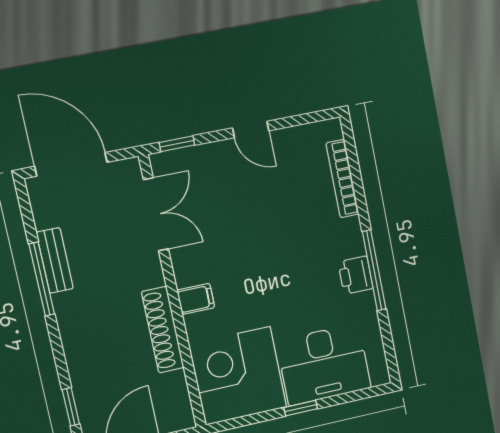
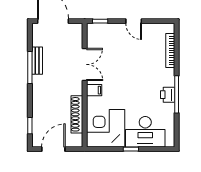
double door: (156, 214) -> (85, 64), moved
shoe rack: (163, 330) -> (77, 114), moved

